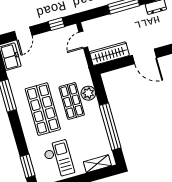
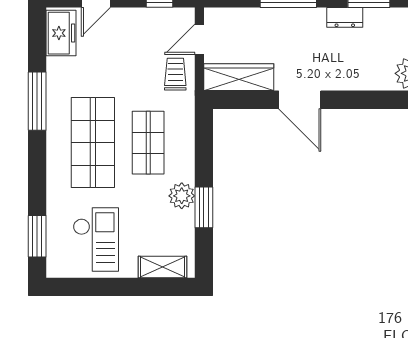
trolley: (76, 61) -> (175, 74), added
plant: (88, 93) -> (182, 196), moved
window: (110, 127) -> (204, 207), width x0.47

